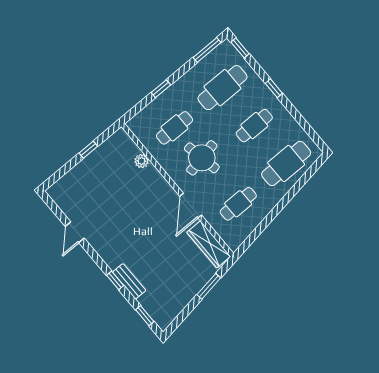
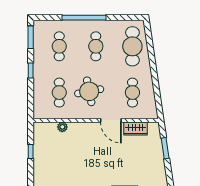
window: (240, 48) -> (45, 18), removed
cafe table: (222, 88) -> (59, 46), width x0.73, depth x0.74
window: (274, 88) -> (84, 18), width x3.17
window: (161, 89) -> (31, 70), moved
wardrobe: (209, 244) -> (136, 128), width x0.67

